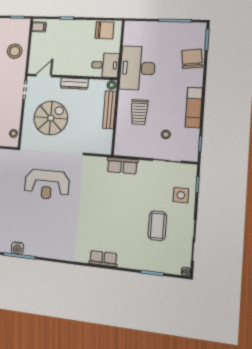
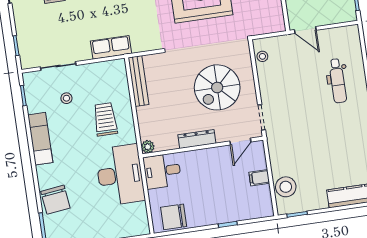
filing cabinet: (39, 27) -> (259, 178), moved
stool: (15, 51) -> (286, 187), moved
bench: (109, 110) -> (138, 81), moved
side table: (181, 195) -> (33, 28), removed

